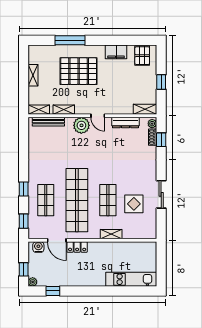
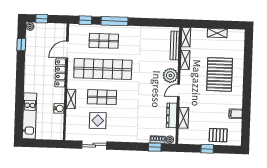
window: (70, 40) -> (248, 68), removed
filing cabinet: (116, 52) -> (236, 114), width x0.50
pallet: (142, 56) -> (218, 135), moved
shelving: (145, 109) -> (184, 118), moved
window: (24, 189) -> (115, 21), width x2.17
sliding door: (161, 194) -> (94, 145), moved
water cooler: (38, 247) -> (59, 108), moved
locker: (77, 247) -> (60, 73), width x1.53

